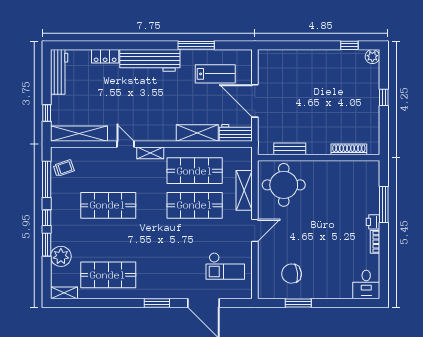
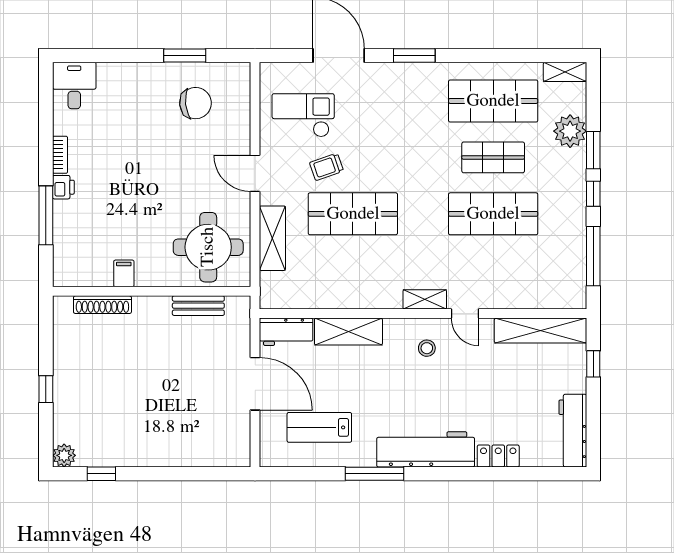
window: (196, 45) -> (374, 474), moved
stool: (149, 123) -> (427, 348), added
trolley: (64, 168) -> (327, 167), moved
filing cabinet: (336, 169) -> (124, 273), added
shop shelf: (195, 171) -> (493, 157), moved, width x0.70, depth x0.74
door: (255, 230) -> (255, 173), hinge flipped

